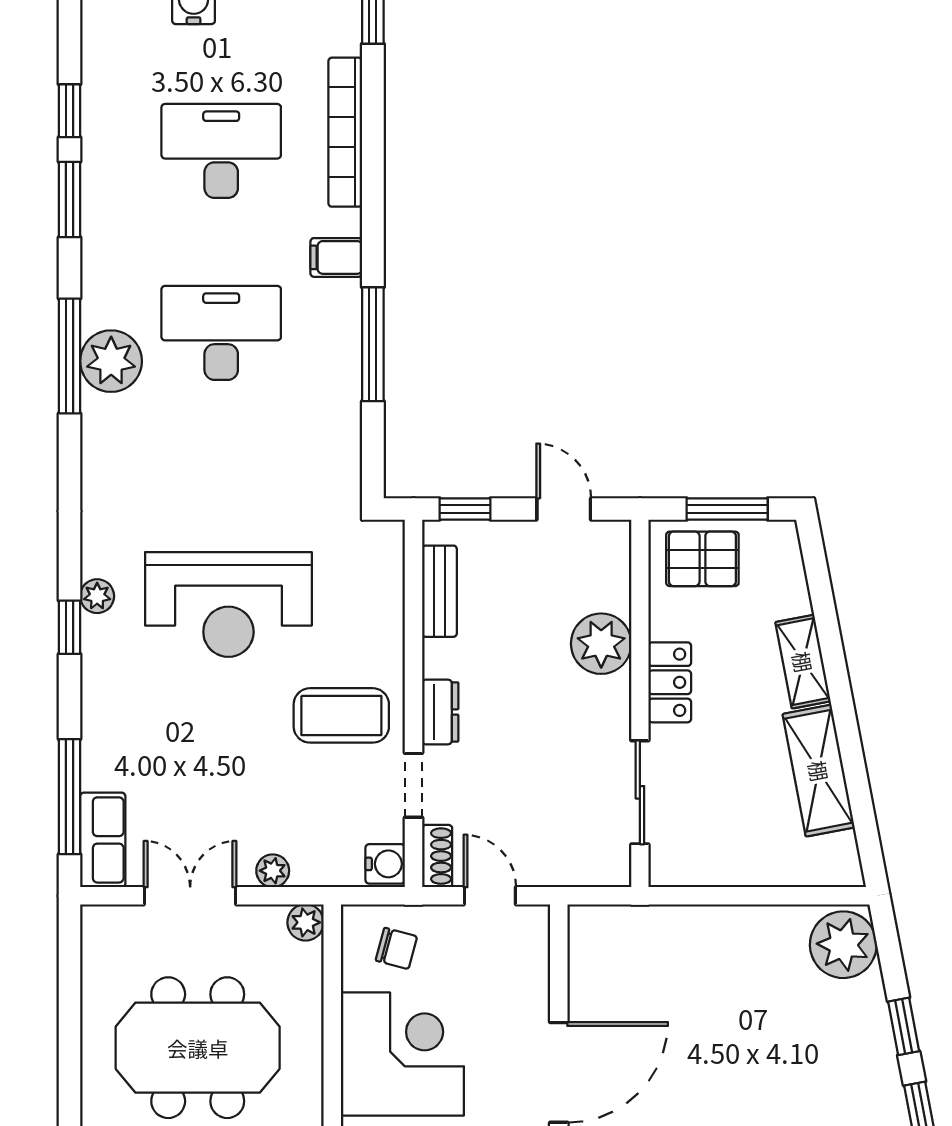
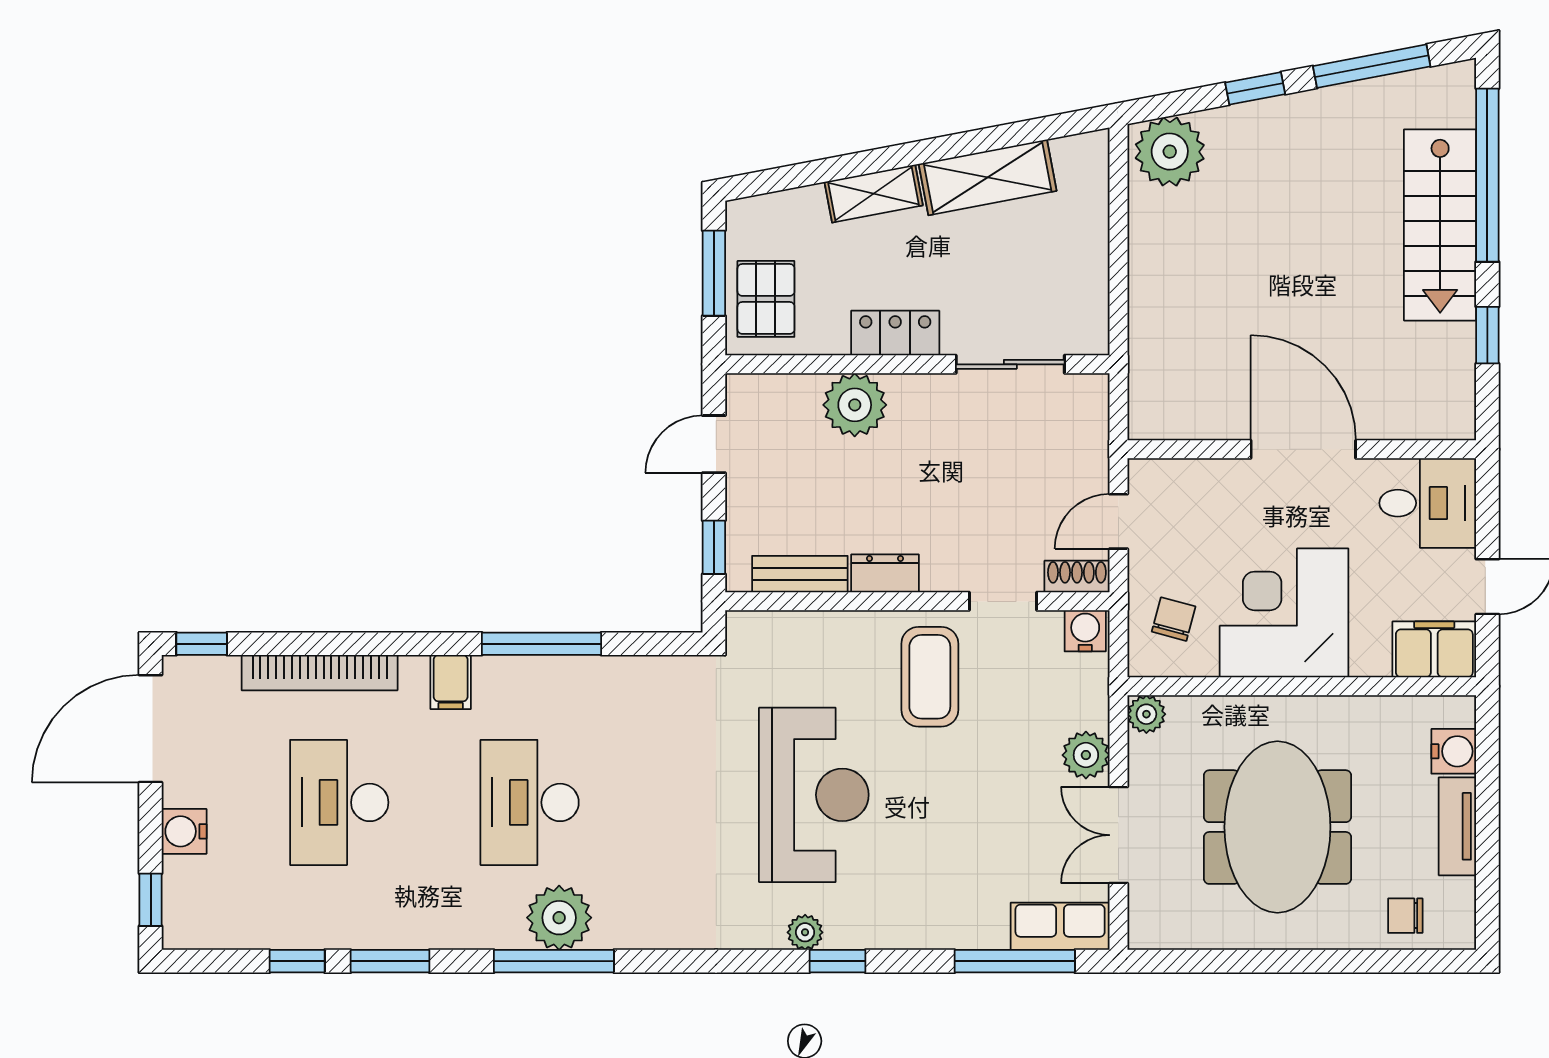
dresser: (440, 712) -> (885, 573), moved
plant: (273, 871) -> (1086, 755), width x1.38, depth x1.38

